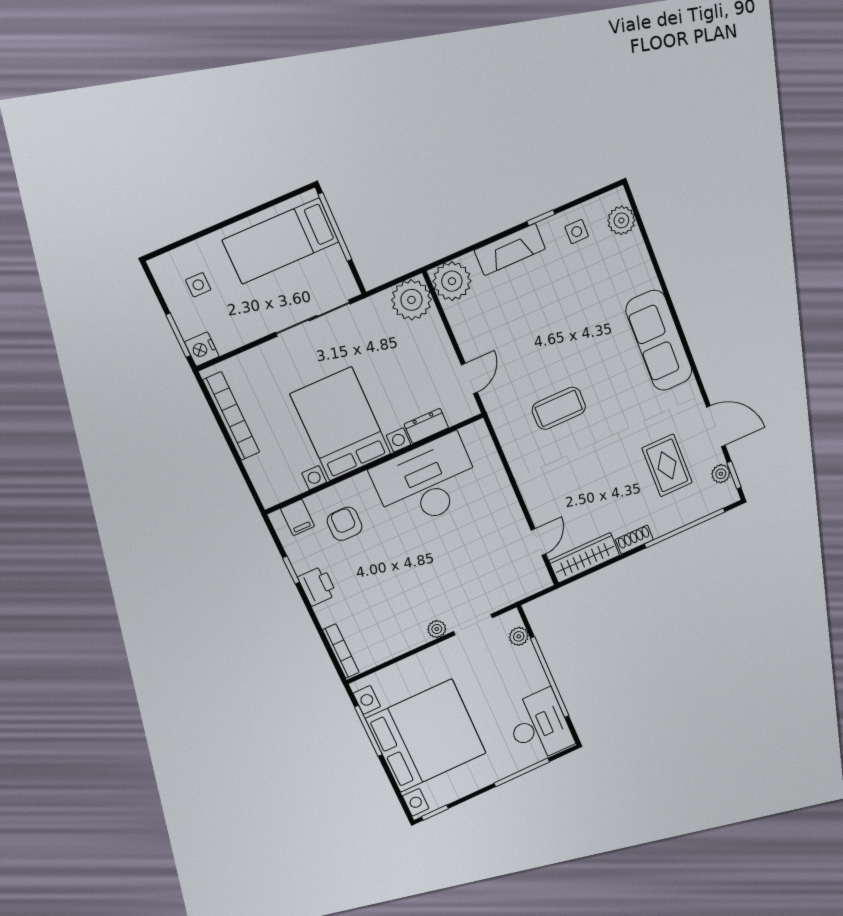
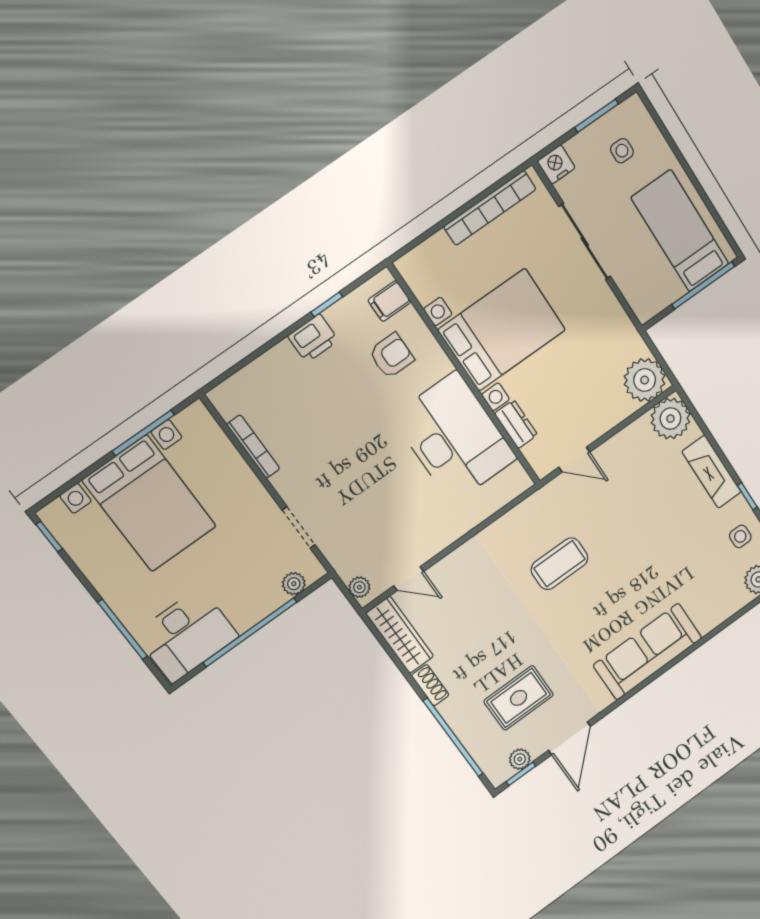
sliding door: (313, 318) -> (585, 242), moved
window: (178, 335) -> (597, 116), moved
coffee table: (559, 408) -> (559, 564), turned 90
plant: (437, 629) -> (359, 587), moved
bookcase: (341, 651) -> (253, 447), moved, turned -90
bed with nightstands: (426, 736) -> (149, 503), width x0.73

